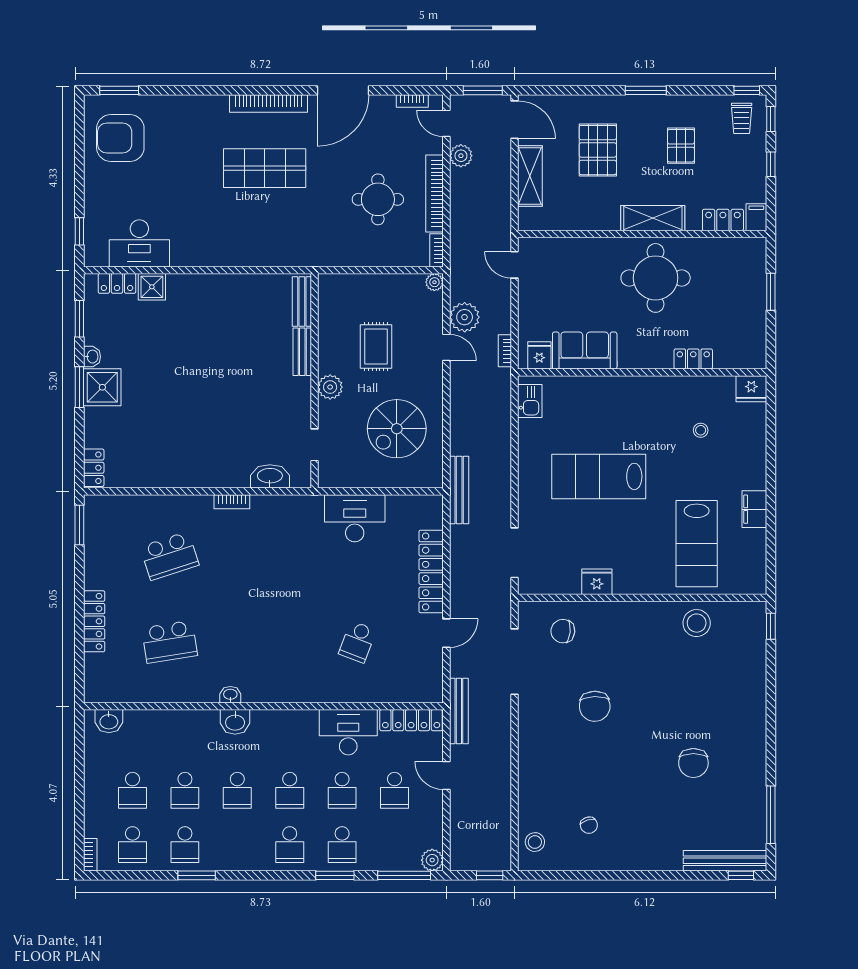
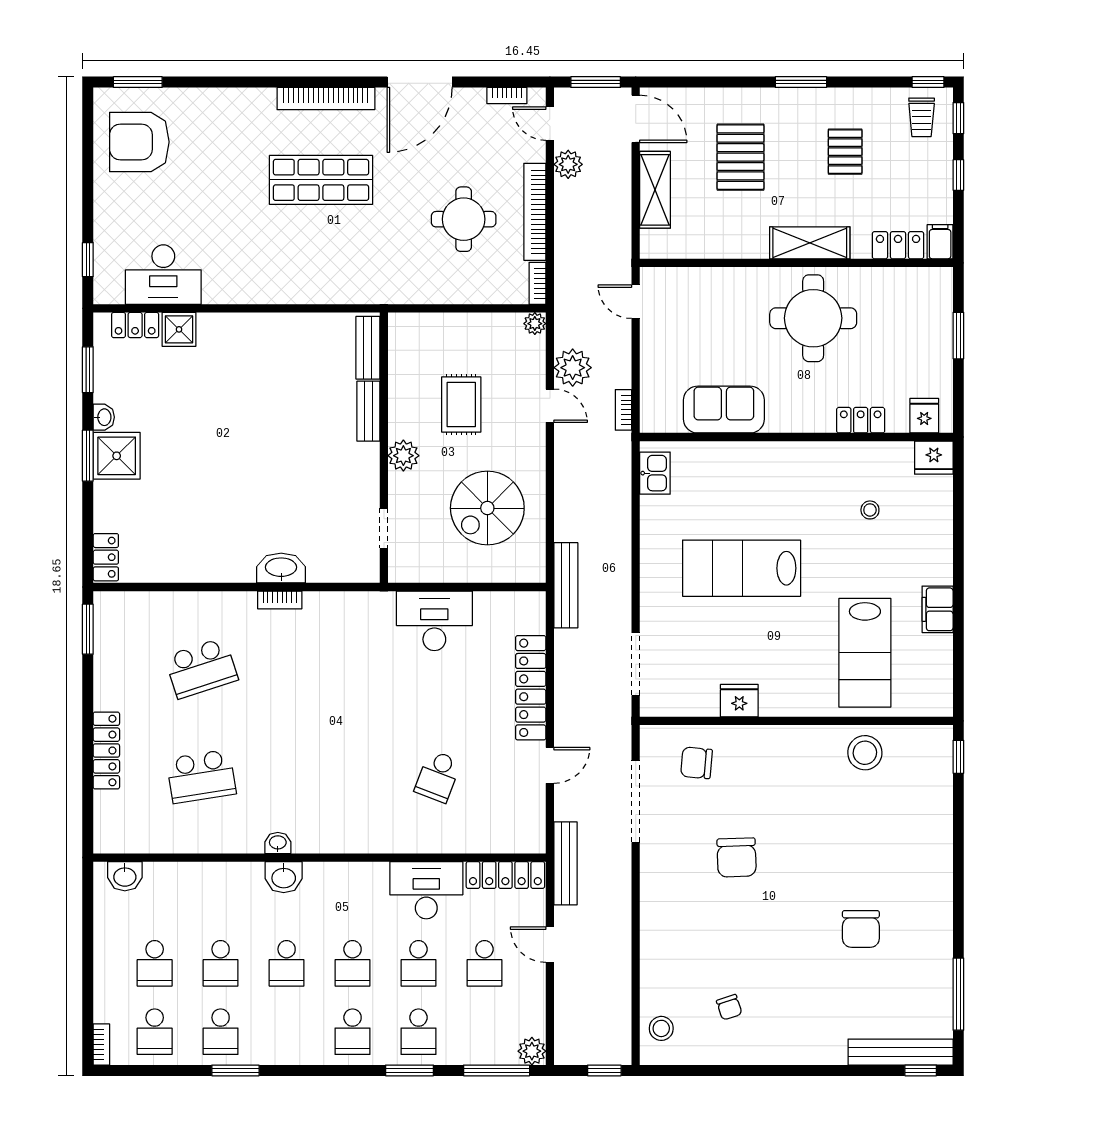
fridge: (539, 355) -> (924, 416), moved
washbasin: (270, 476) -> (281, 568), moved

